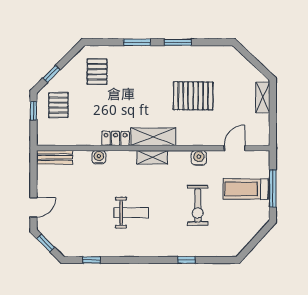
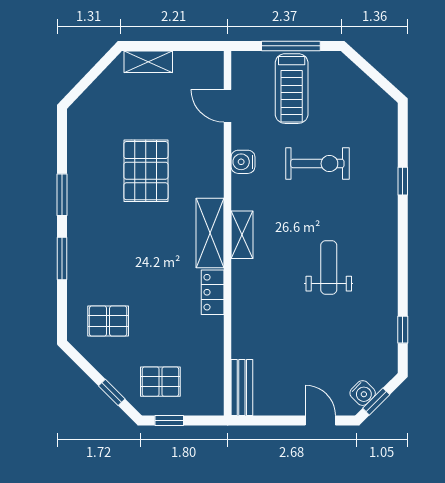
water cooler: (99, 157) -> (363, 393), moved, turned -135

